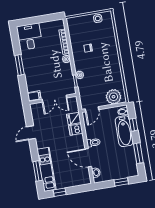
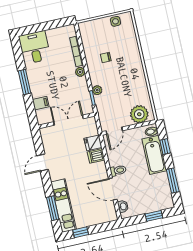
filing cabinet: (34, 96) -> (41, 103), moved
double door: (54, 99) -> (68, 120), swing flipped

